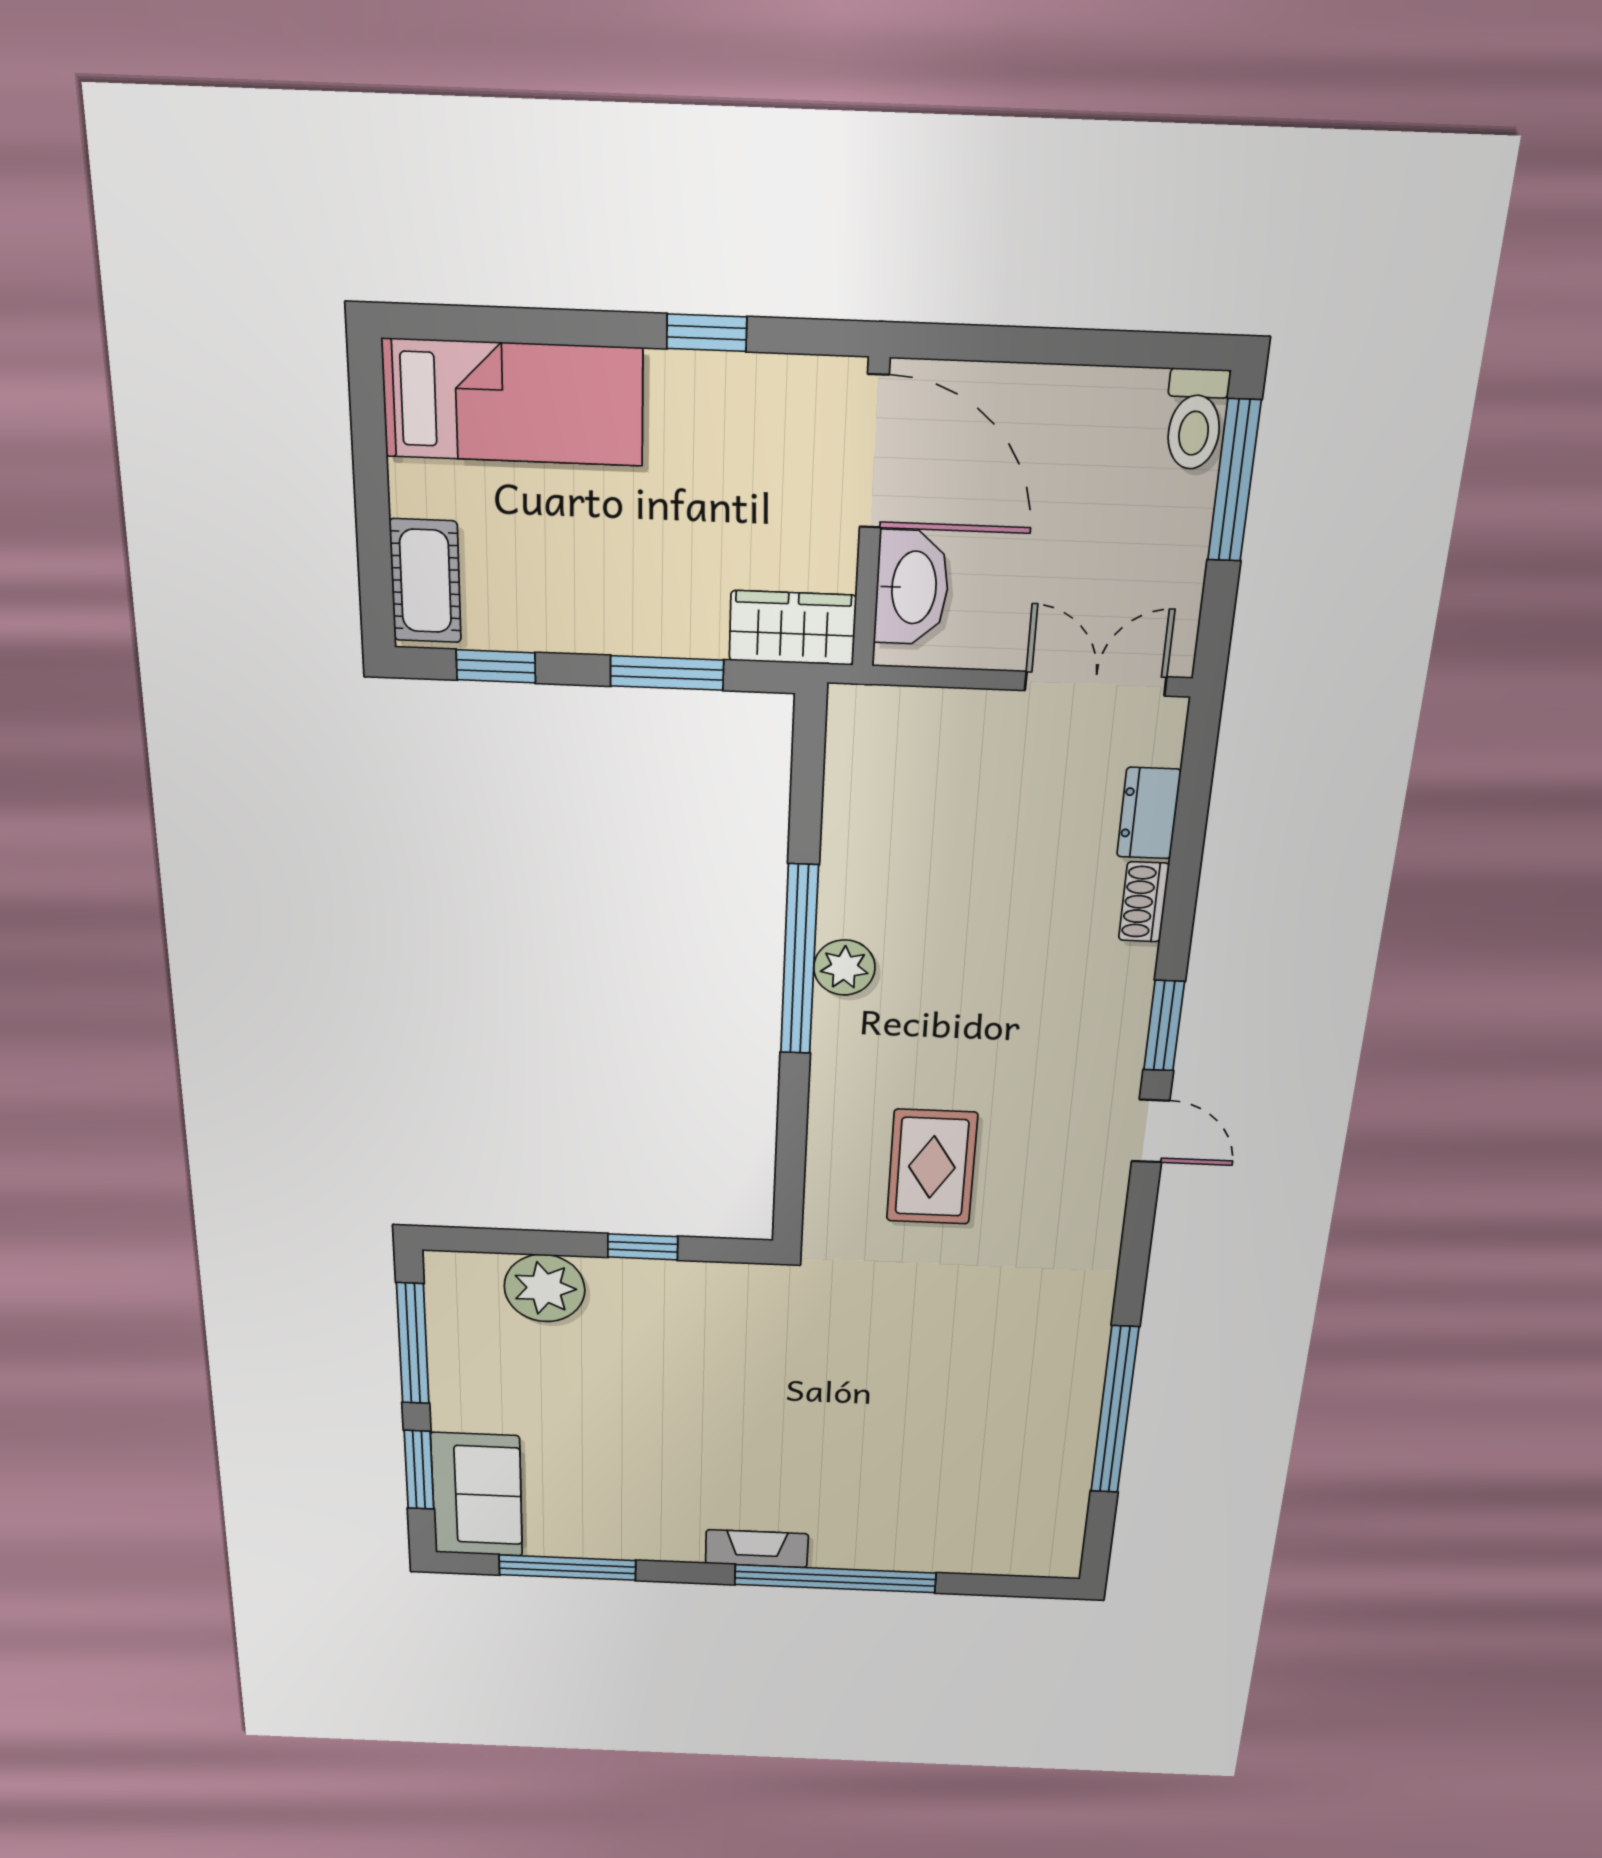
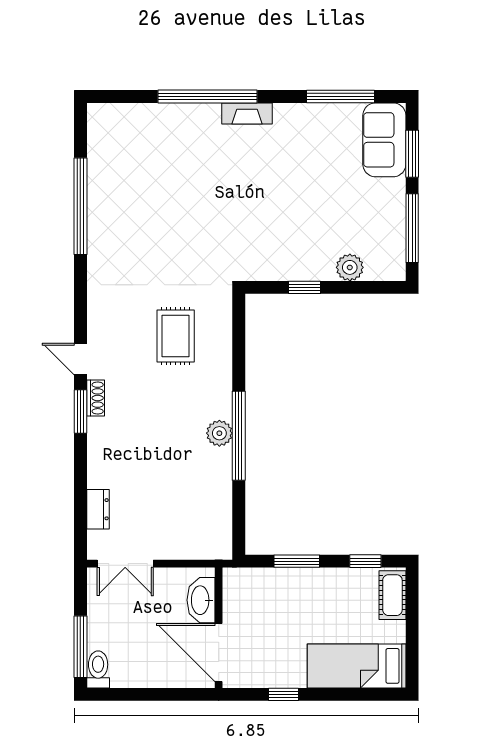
wardrobe: (793, 628) -> (247, 582), removed
shoe rack: (1144, 902) -> (96, 398), moved
plant: (545, 1288) -> (350, 267), width x0.73, depth x0.73

